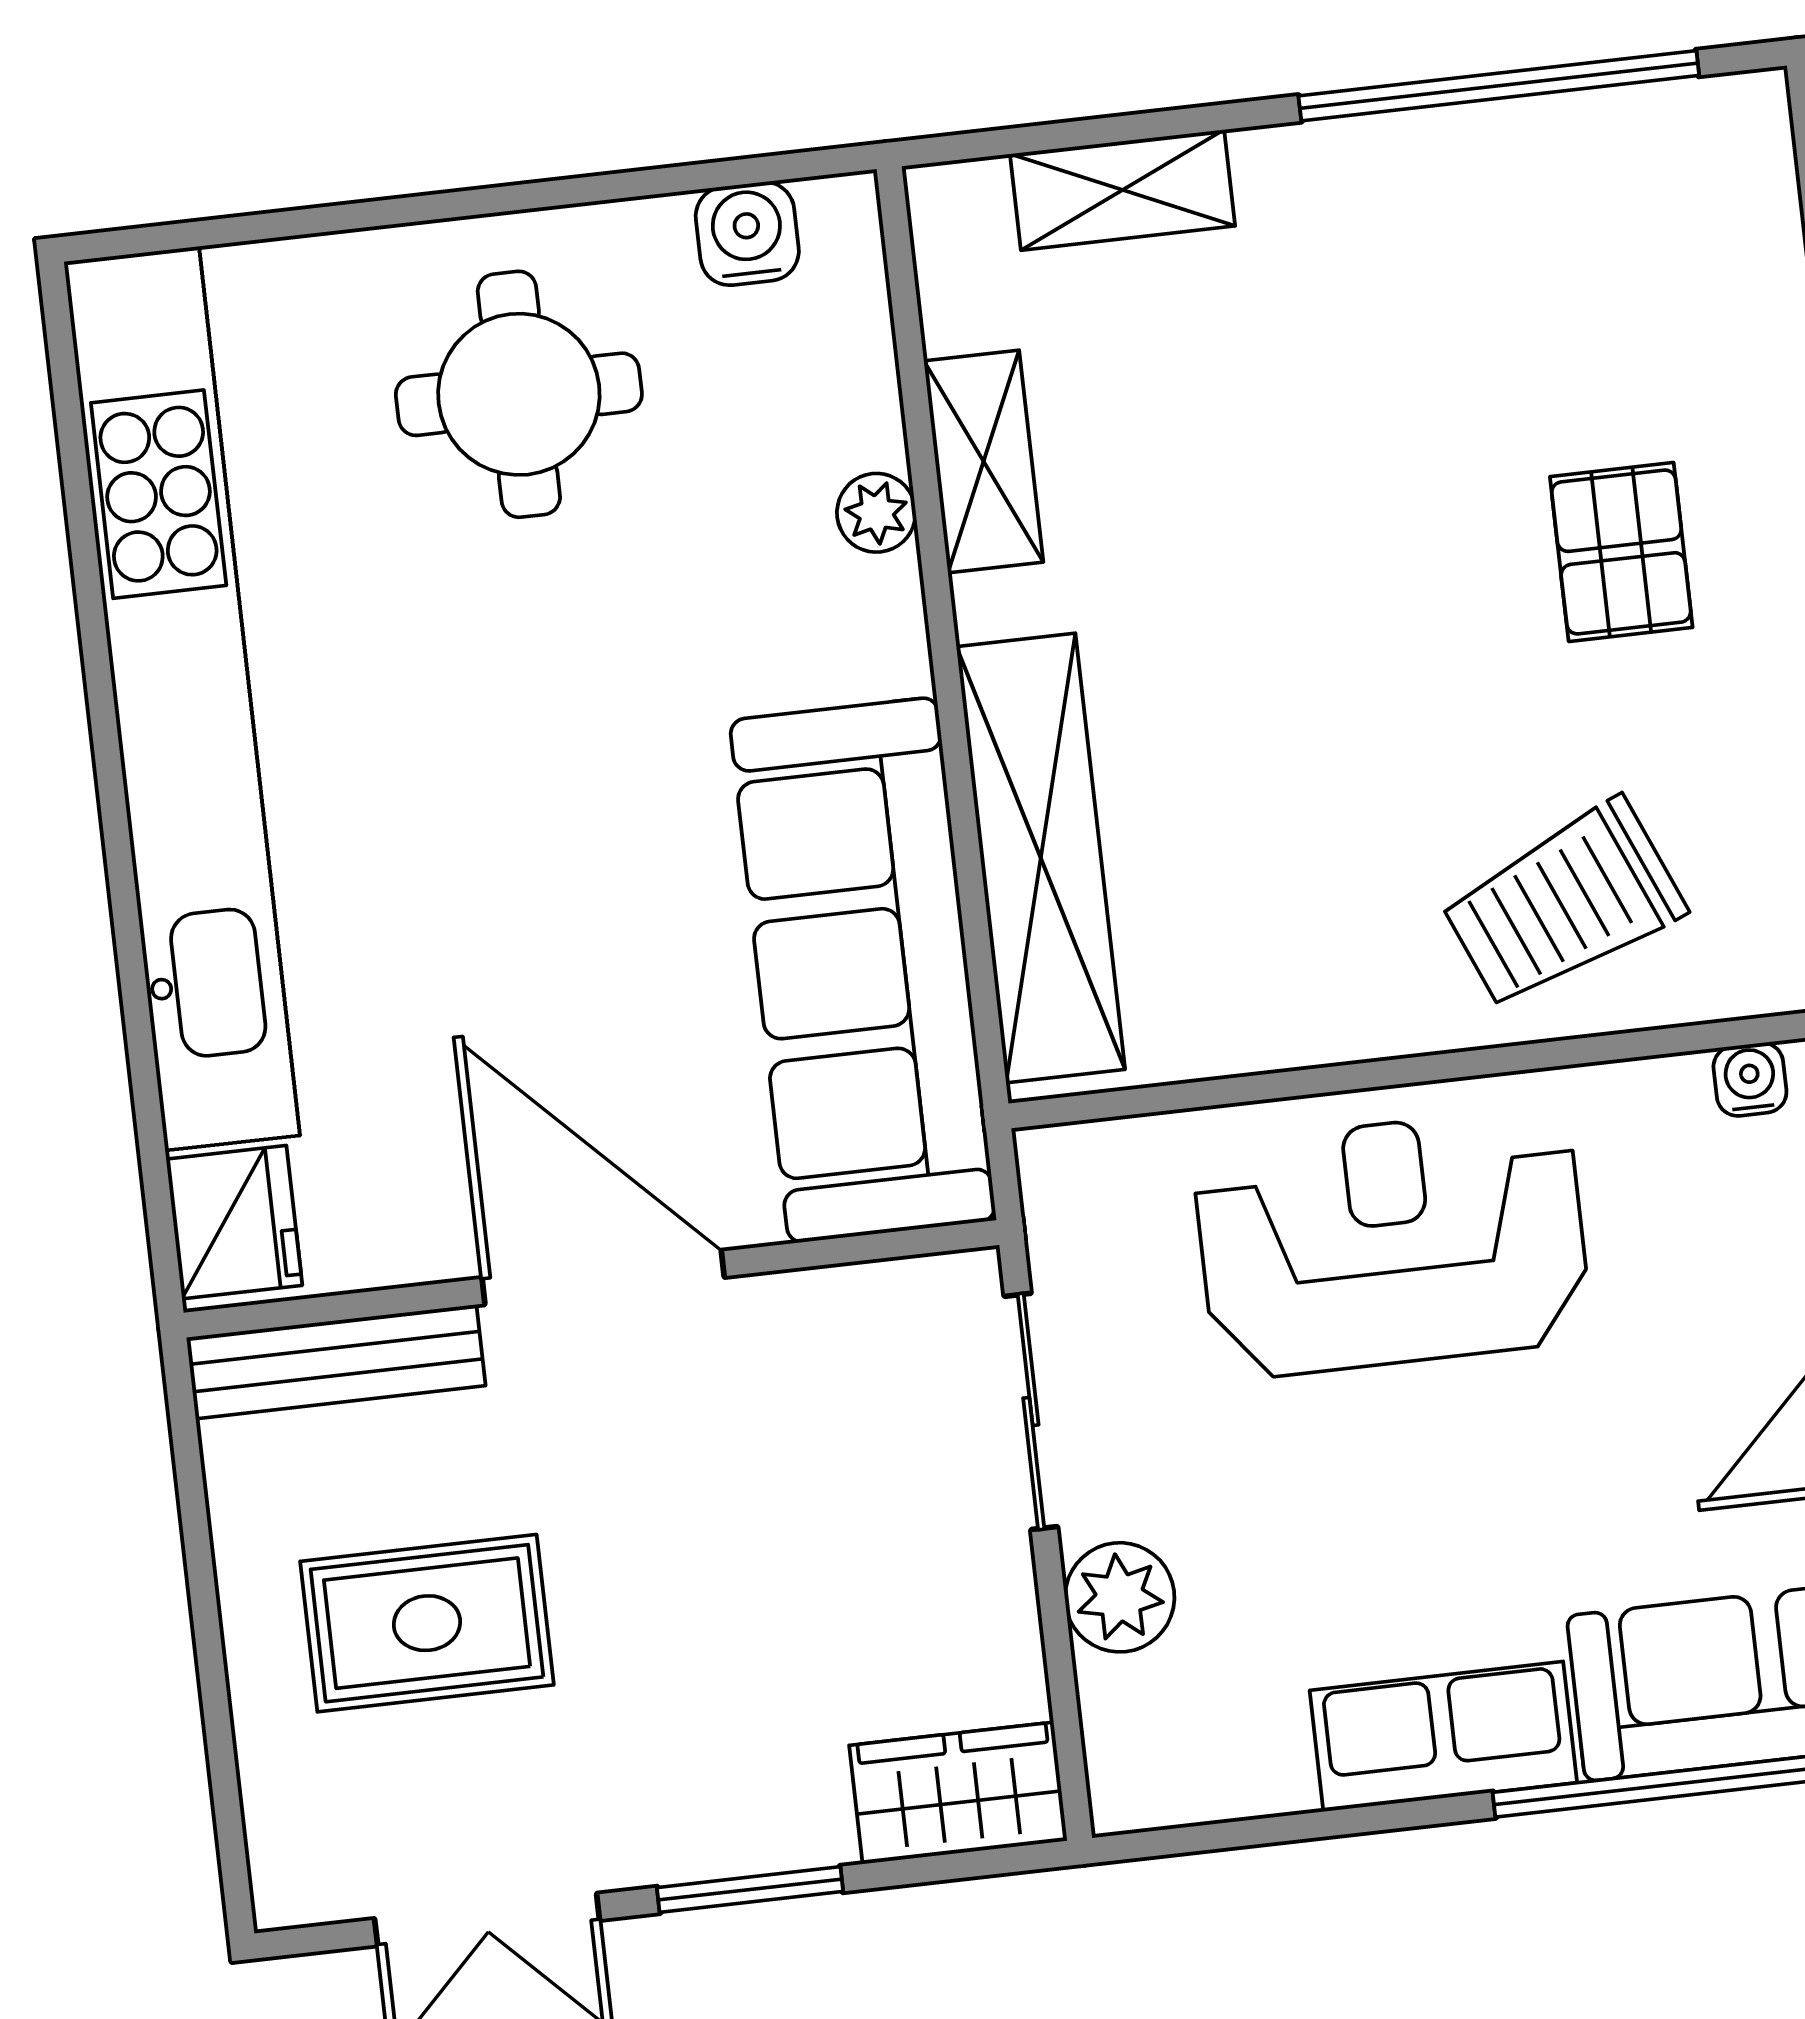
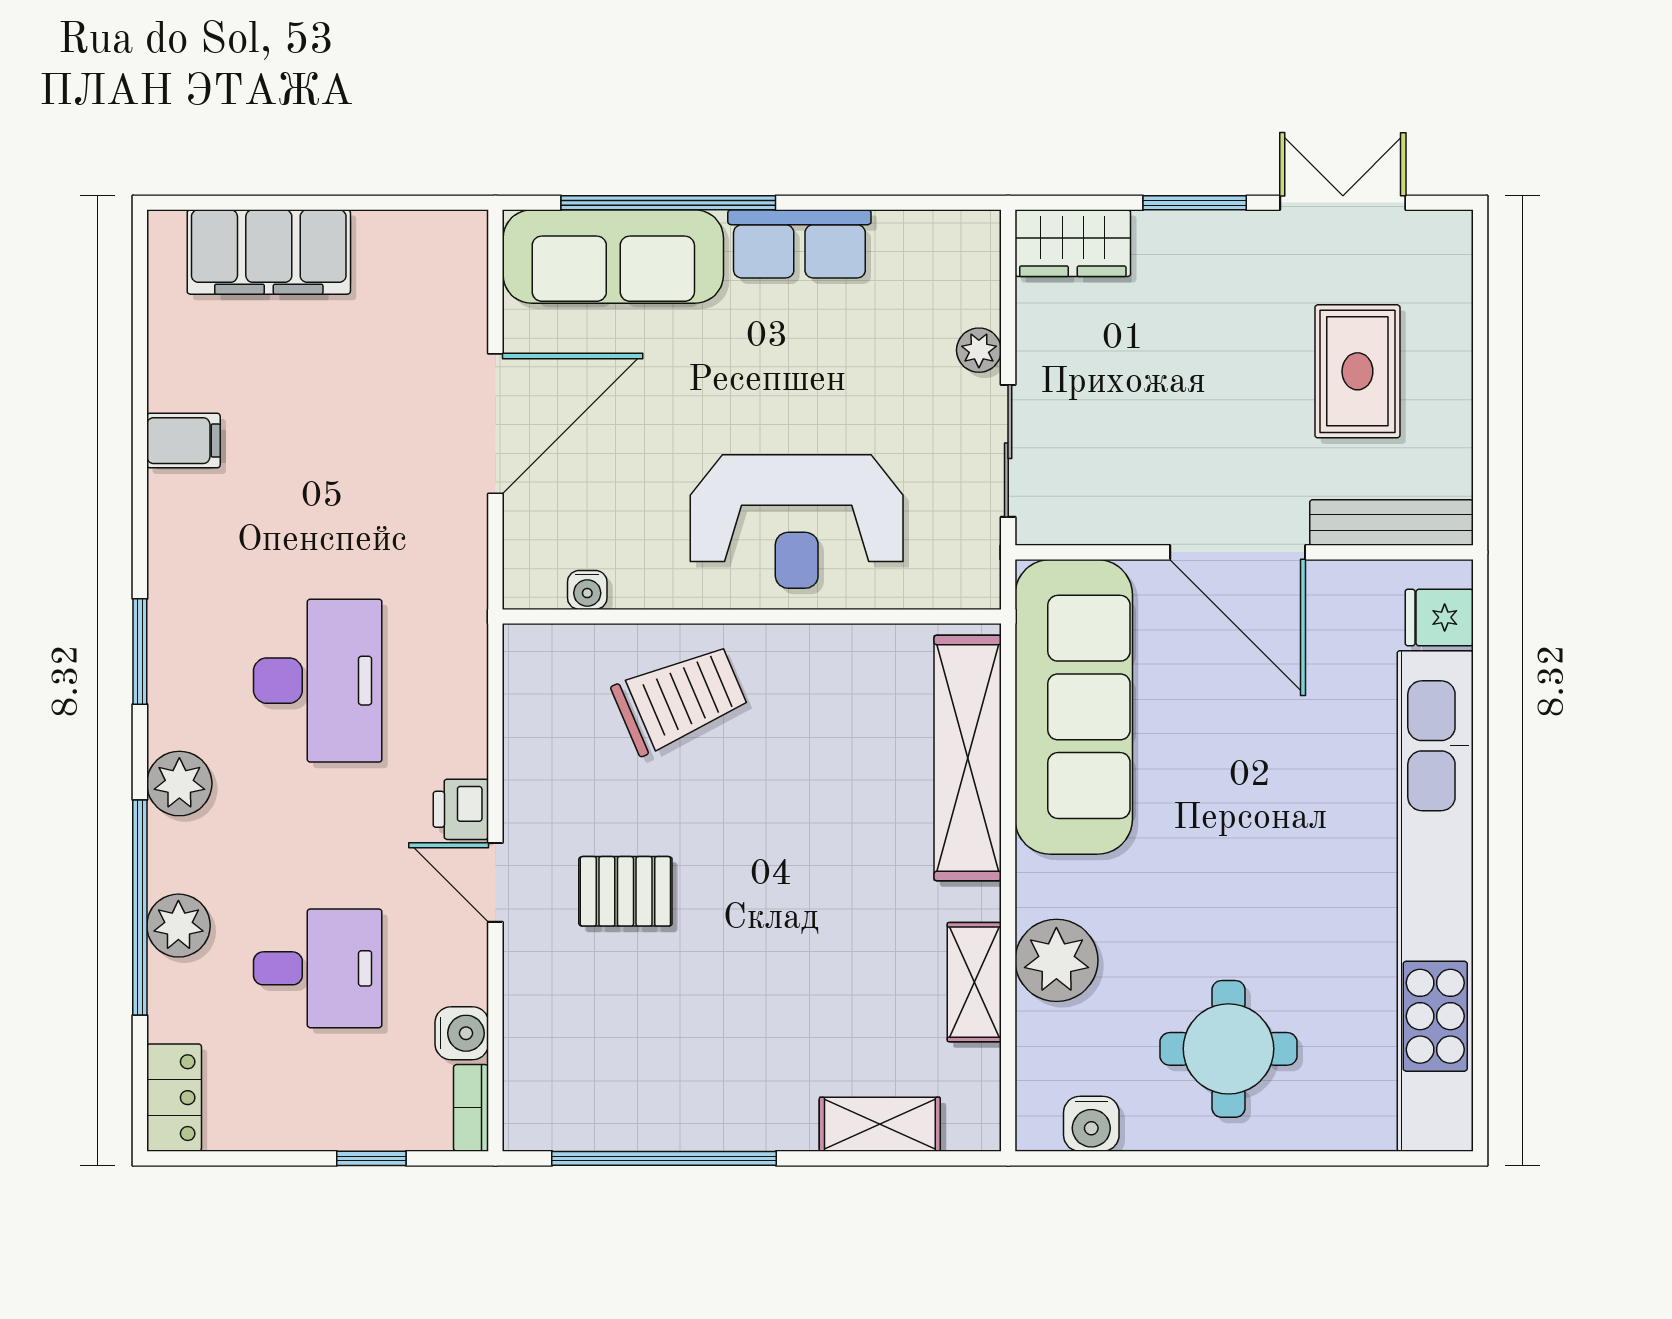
plant: (876, 513) -> (1056, 960), width x1.87, depth x1.87
pallet: (1621, 552) -> (625, 891), turned 90
fridge: (234, 1222) -> (1439, 617), width x0.72
plant: (1120, 1597) -> (979, 350), width x0.73, depth x0.73
rug: (427, 1623) -> (1357, 371), turned 90

